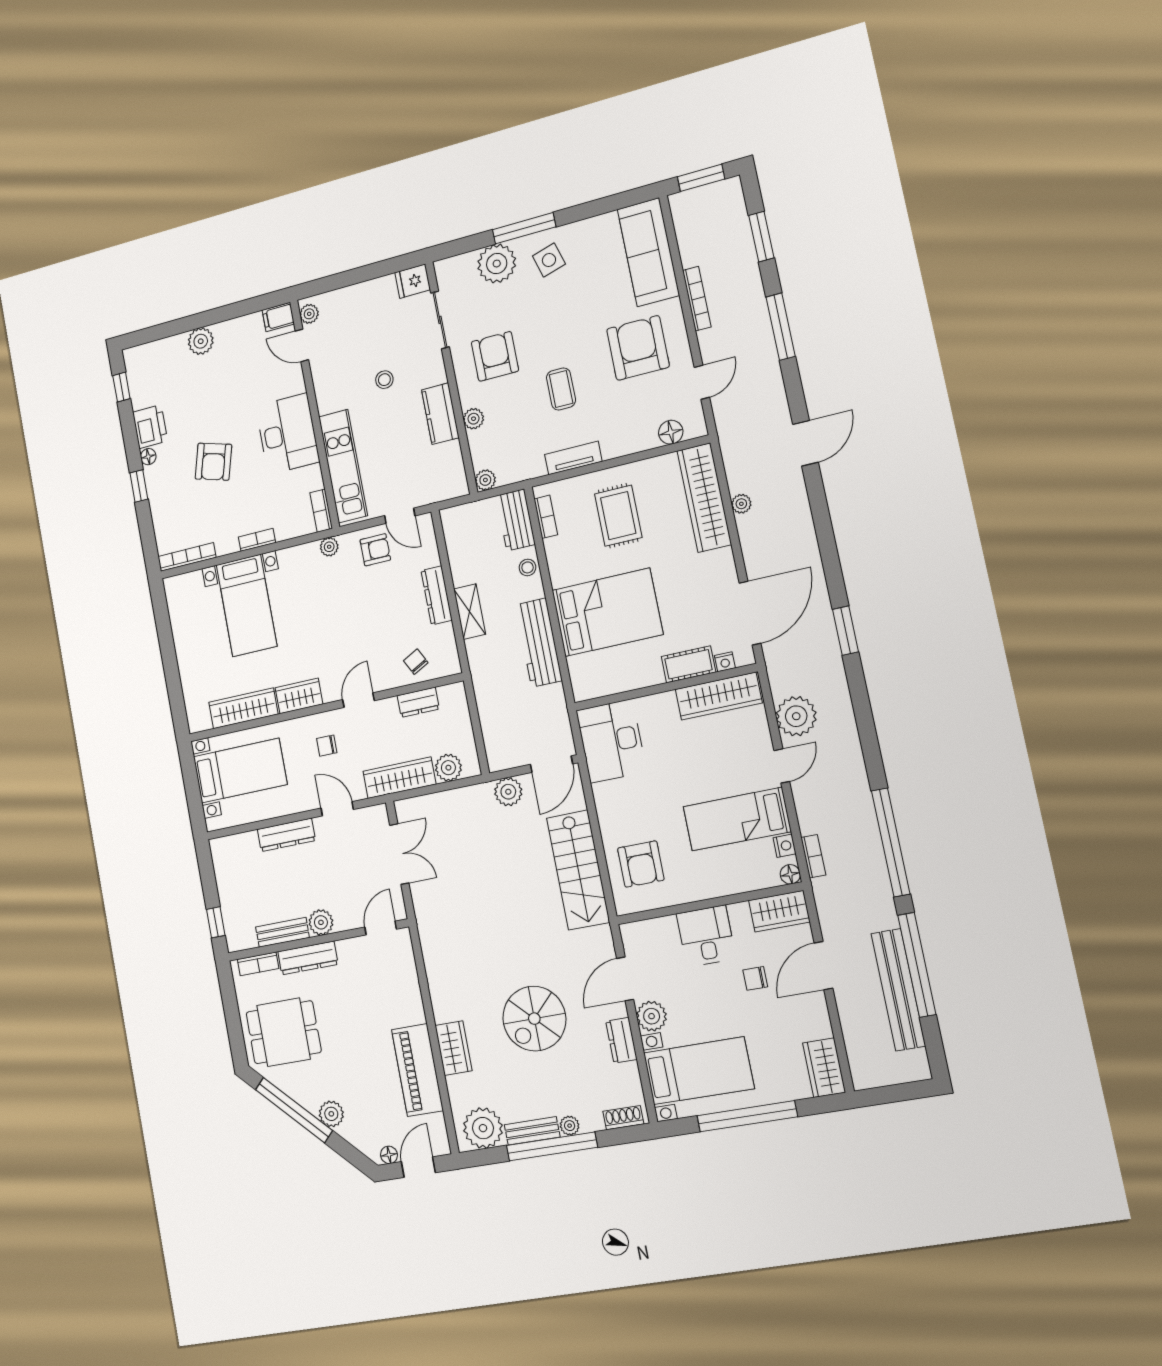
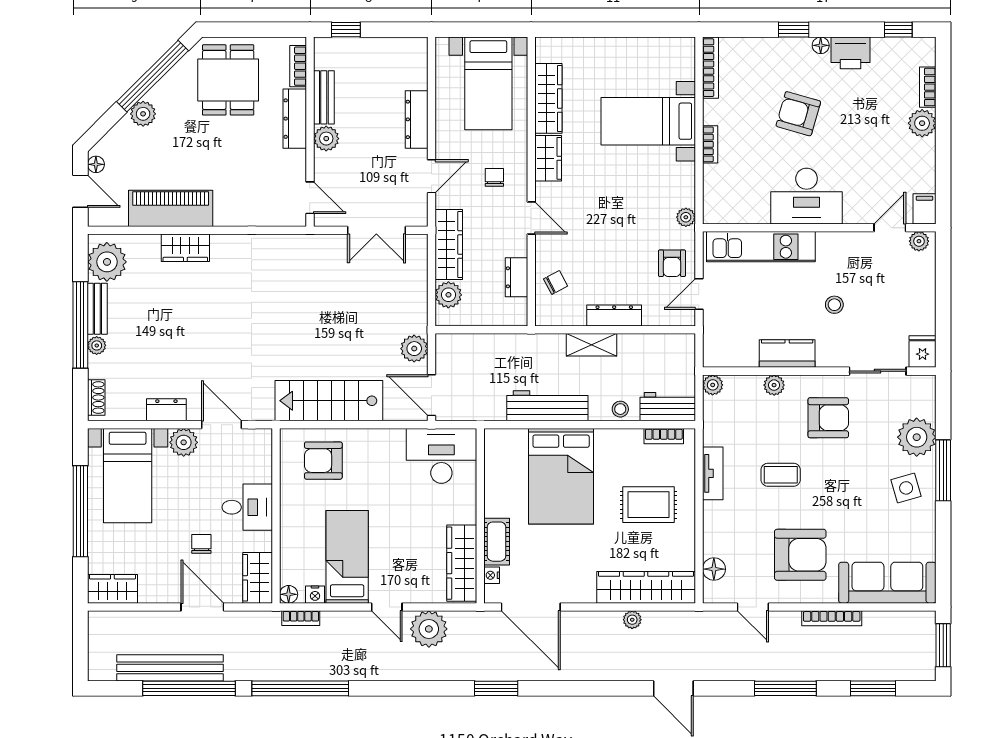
bookcase: (321, 511) -> (928, 87), moved, turned -90
spiral stairs: (534, 1019) -> (200, 332), removed

